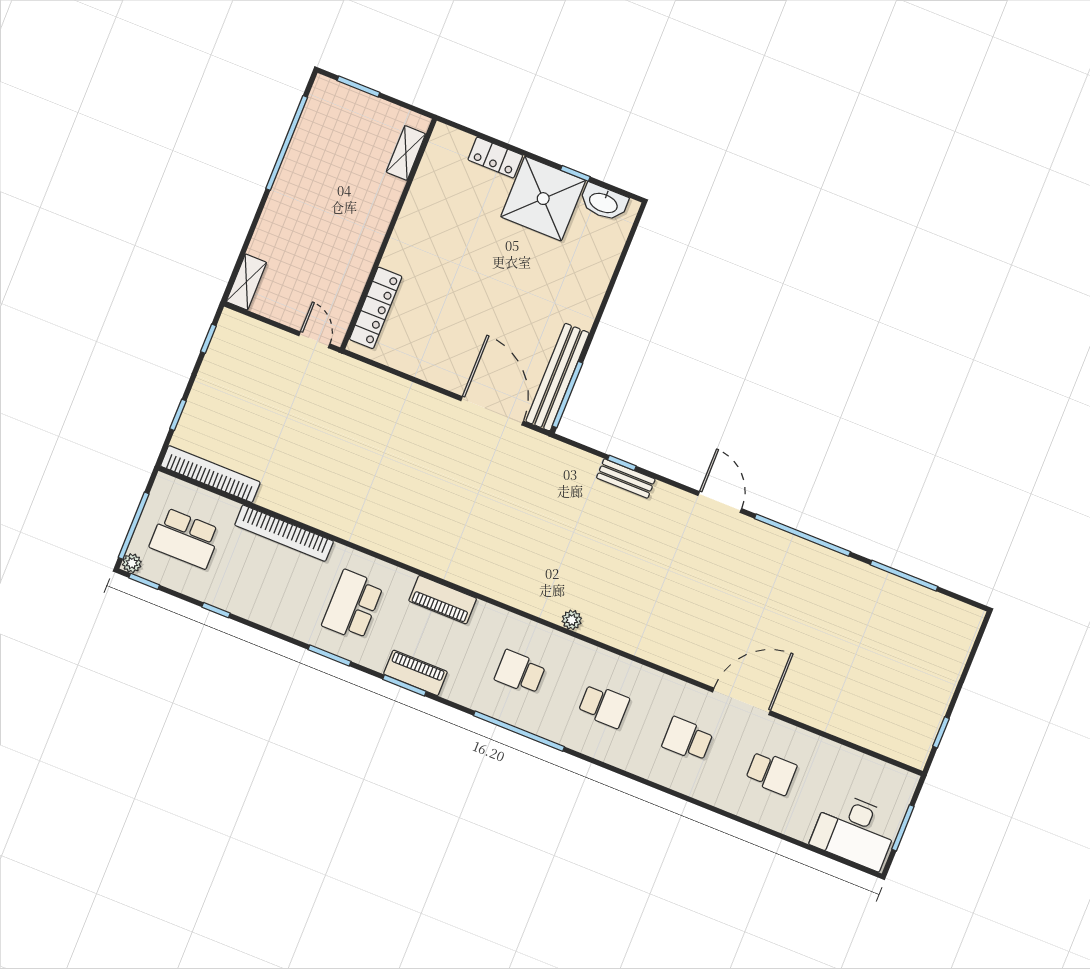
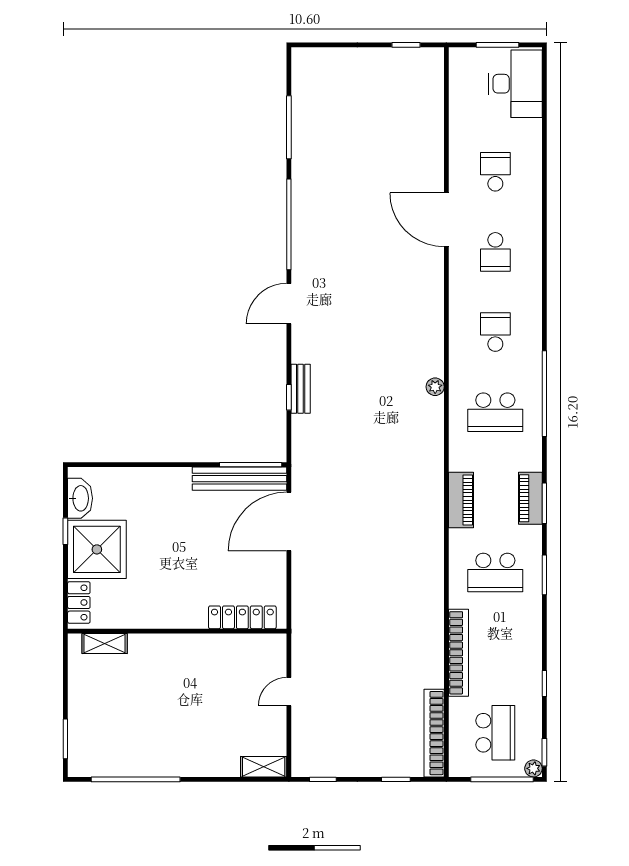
shelving: (406, 153) -> (105, 644), moved
wall: (388, 234) -> (177, 631), moved
locker: (376, 308) -> (242, 617), moved
school desk: (520, 672) -> (495, 412), width x1.85

